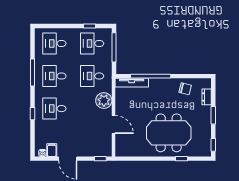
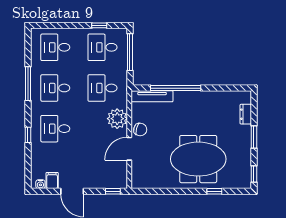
chair: (185, 89) -> (140, 130), moved
door: (113, 125) -> (129, 149), swing flipped

